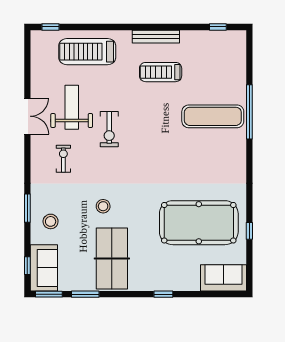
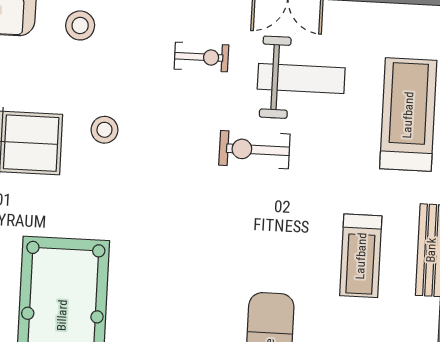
treadmill: (161, 72) -> (361, 256), turned 180

